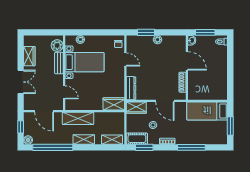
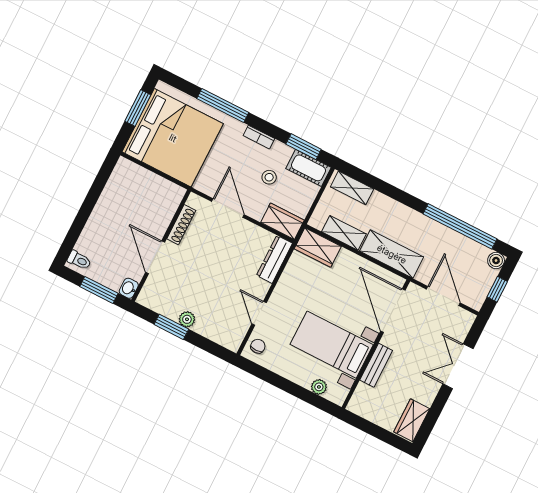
window: (146, 32) -> (171, 327), moved
plant: (57, 46) -> (364, 397), removed
wardrobe: (29, 56) -> (412, 420), moved
door: (64, 92) -> (393, 311), width x1.88
bed: (207, 111) -> (173, 138), width x2.04
shelving: (84, 139) -> (344, 233), moved

